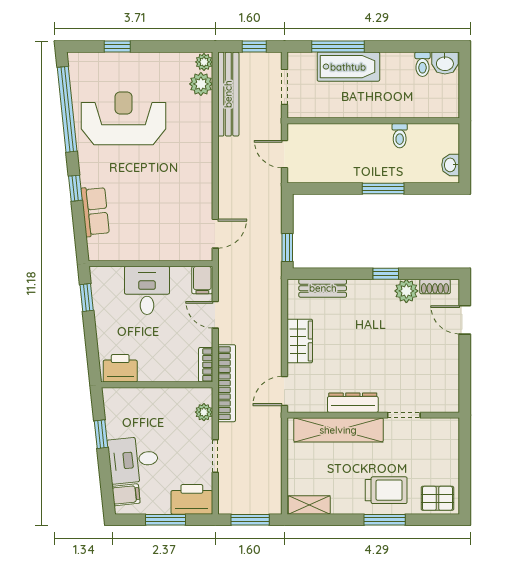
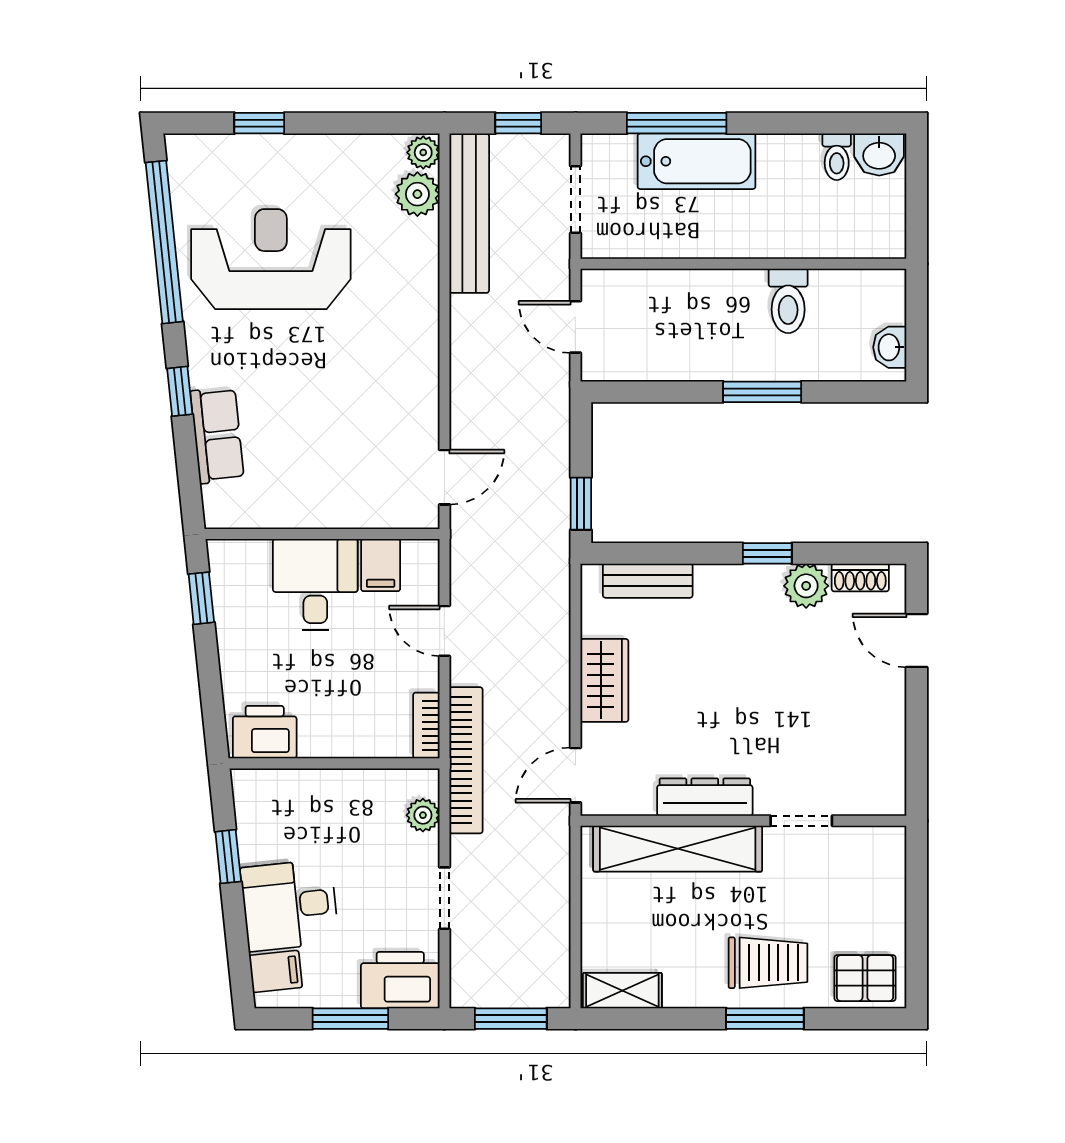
toilet: (400, 136) -> (788, 301), width x1.37, depth x1.39
filing cabinet: (202, 280) -> (381, 565), moved

